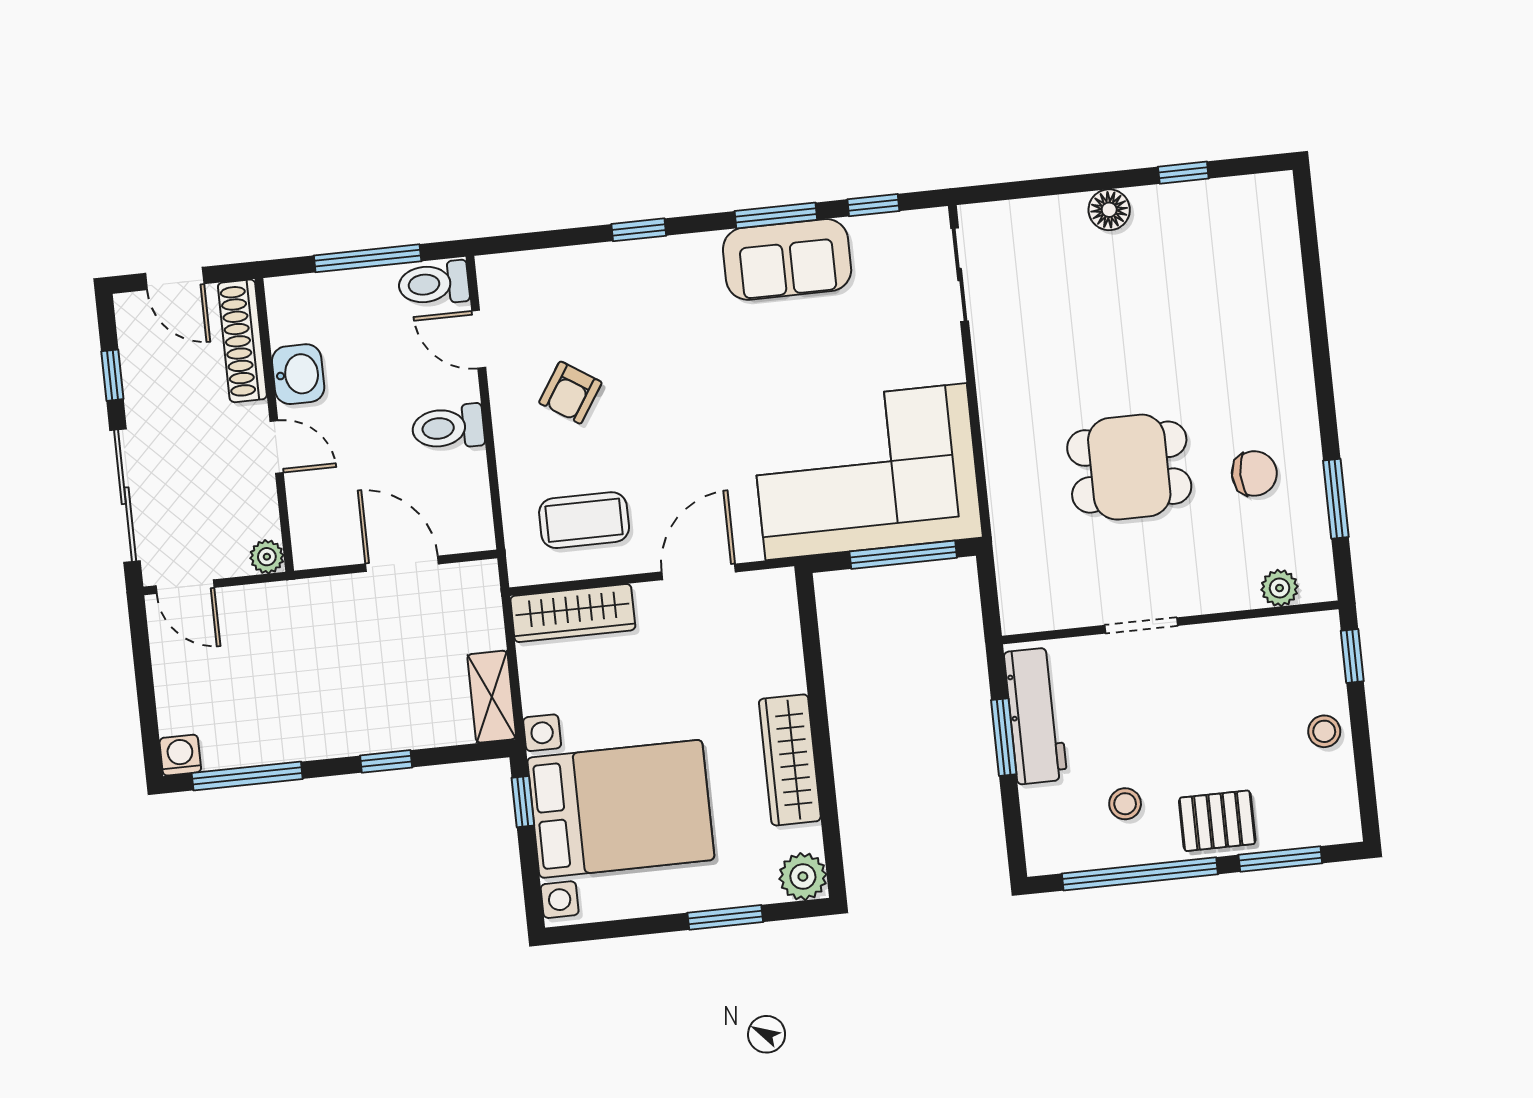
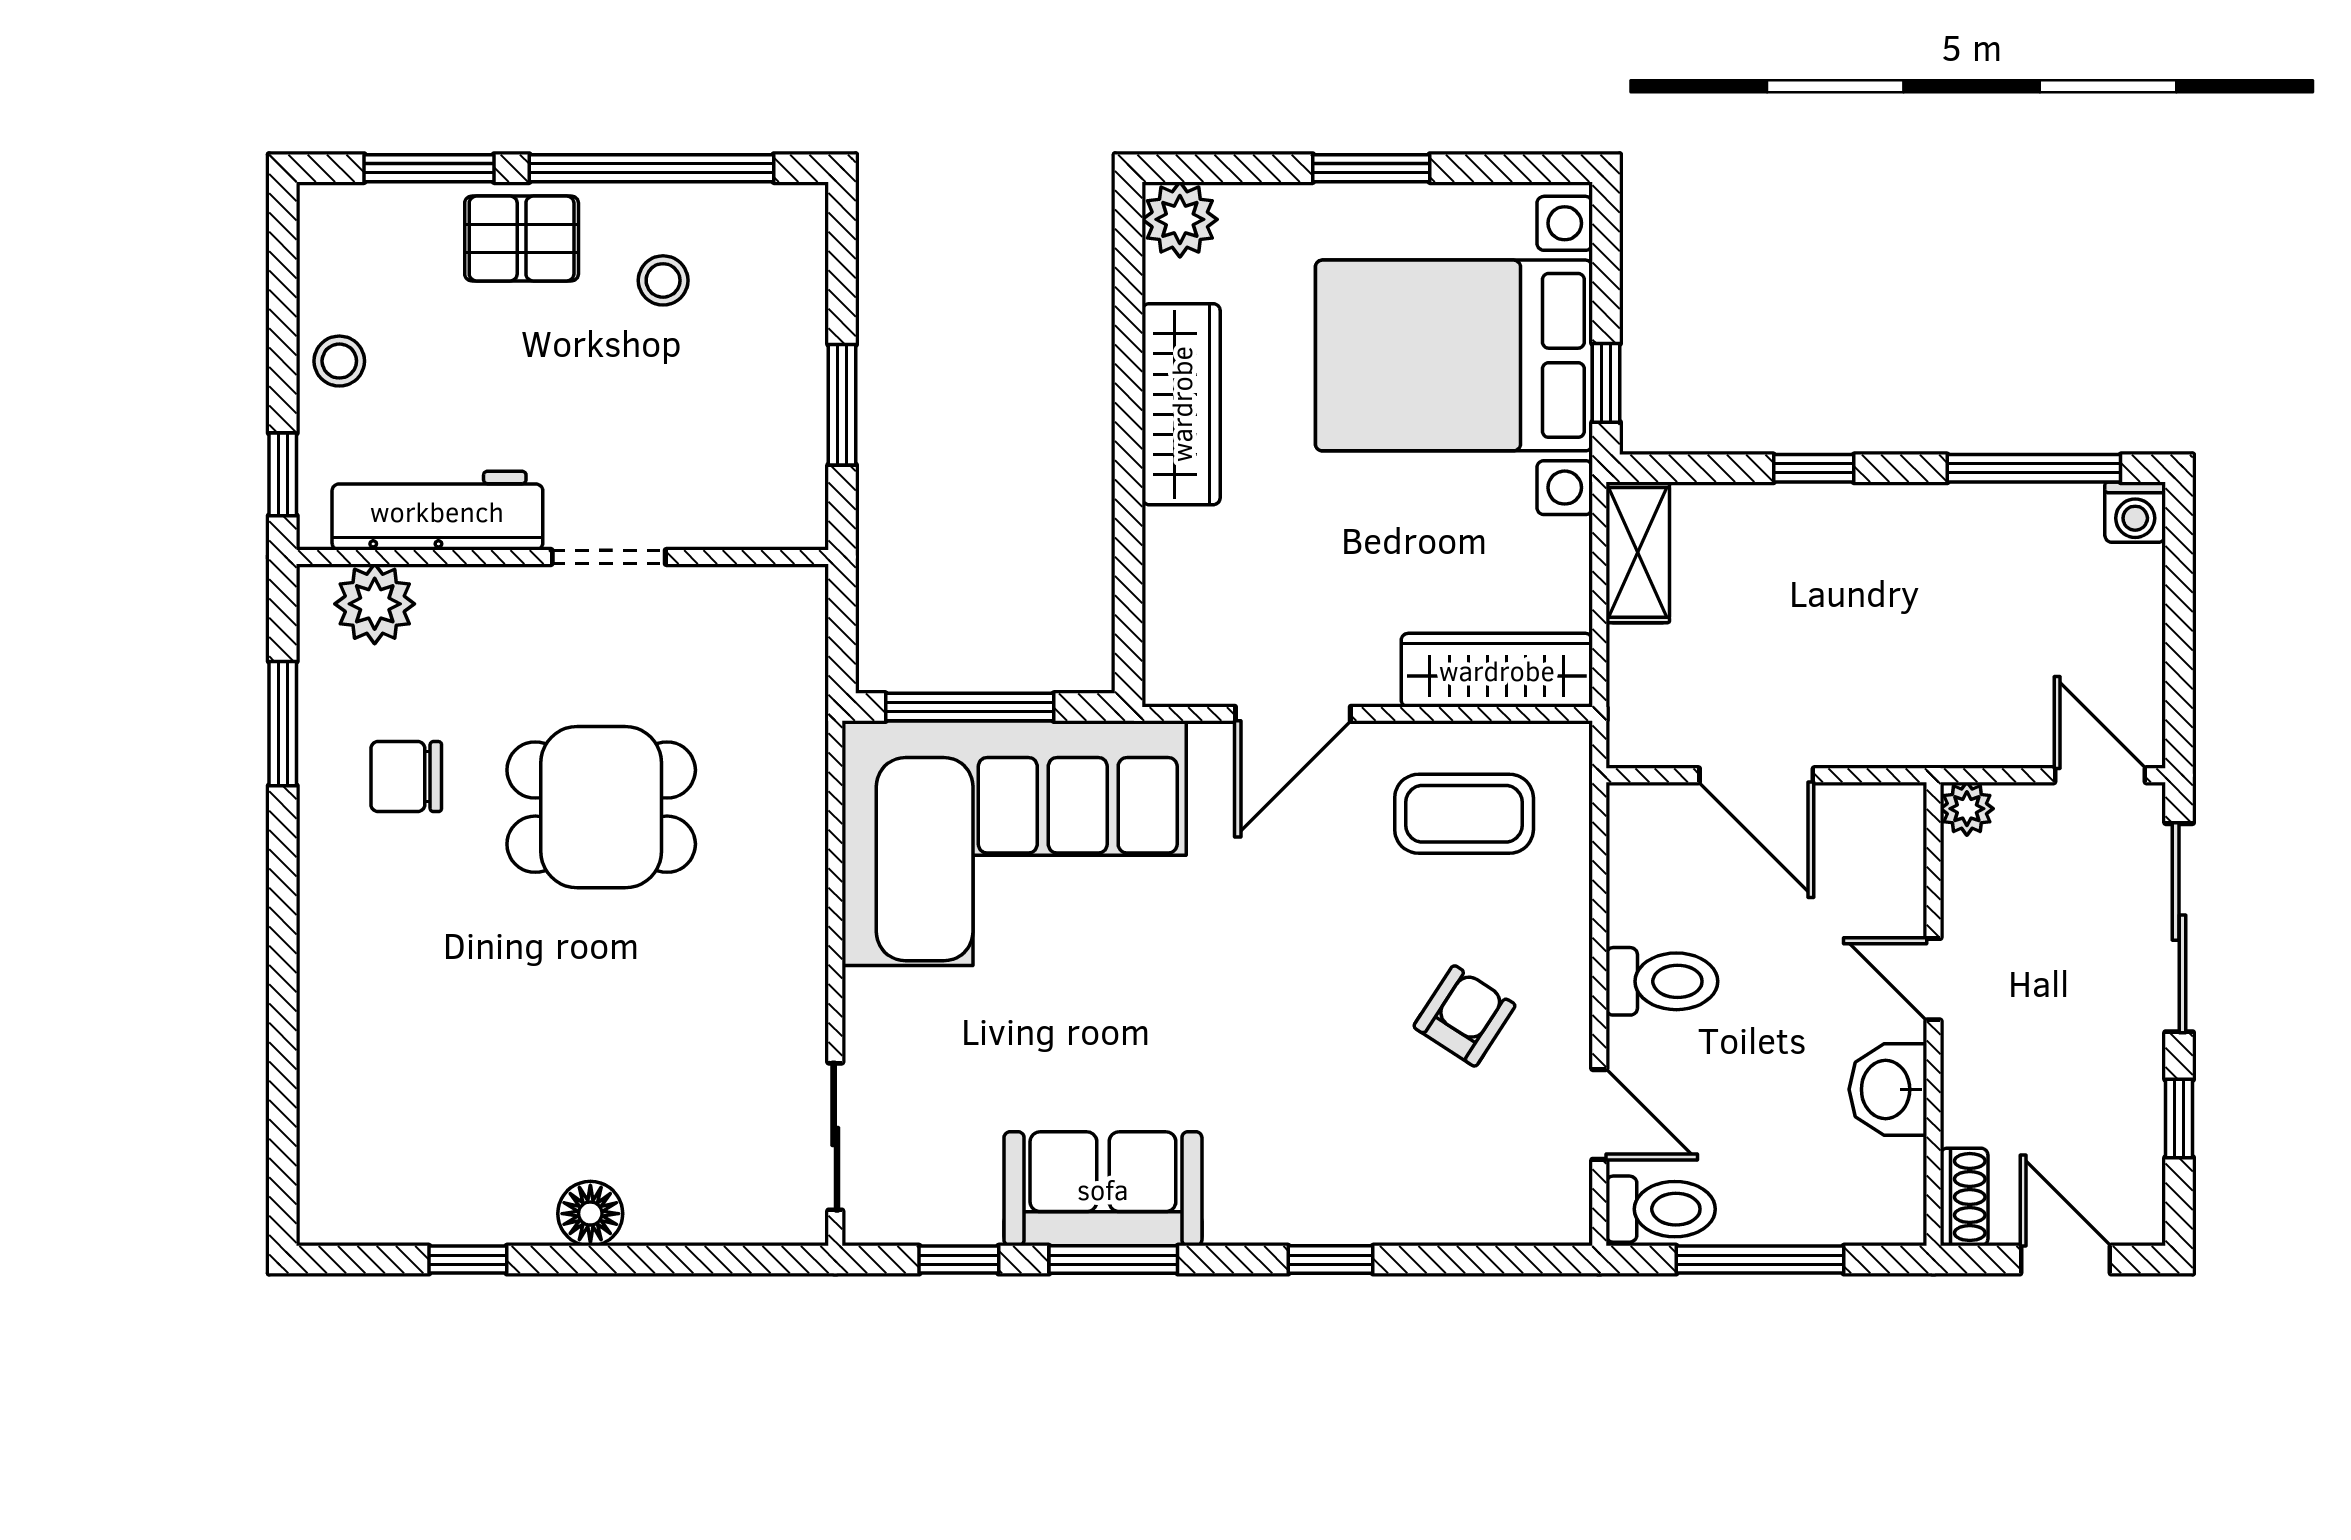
shoe rack: (242, 341) -> (1964, 1197), width x0.51, depth x0.81
plant: (1280, 588) -> (375, 604), width x1.38, depth x1.38
workbench: (1036, 716) -> (437, 511), moved, turned 90
window: (725, 917) -> (1371, 168), moved

